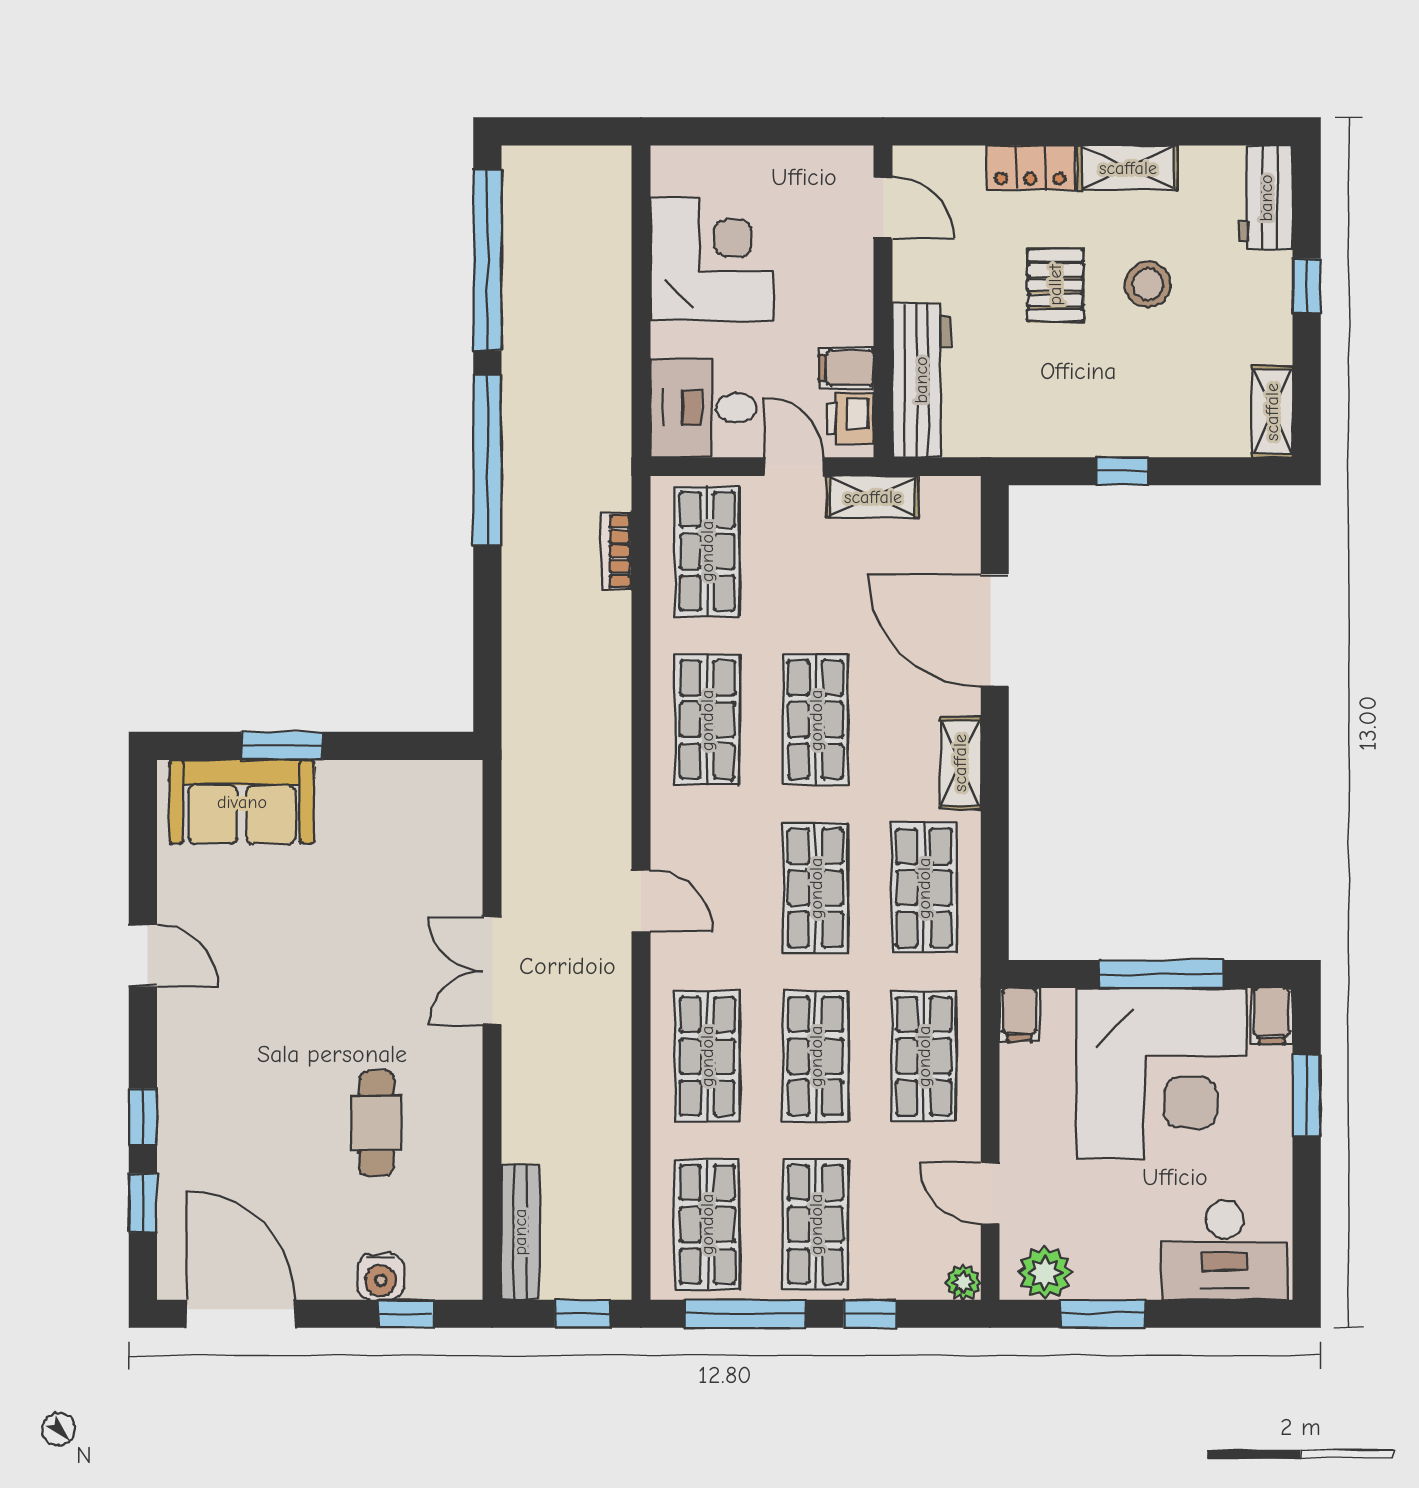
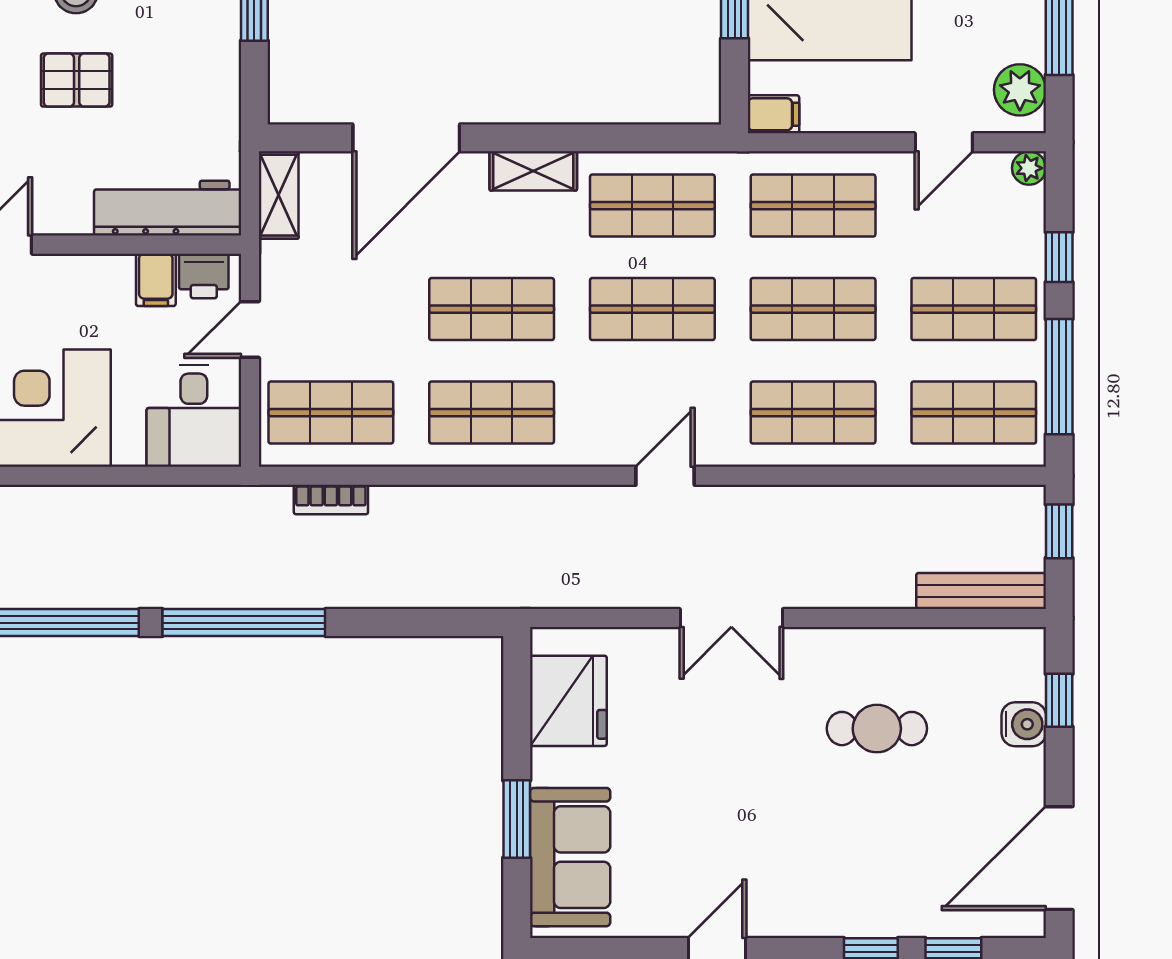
shelving: (873, 497) -> (279, 195), moved
fridge: (405, 800) -> (568, 701), added

